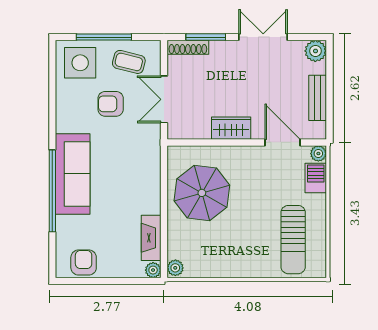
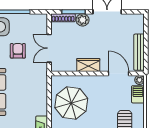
plant: (315, 51) -> (83, 20), moved
coffee table: (129, 62) -> (28, 26), removed
bench: (318, 98) -> (139, 52), width x1.36
armchair: (111, 104) -> (18, 51), turned 90

